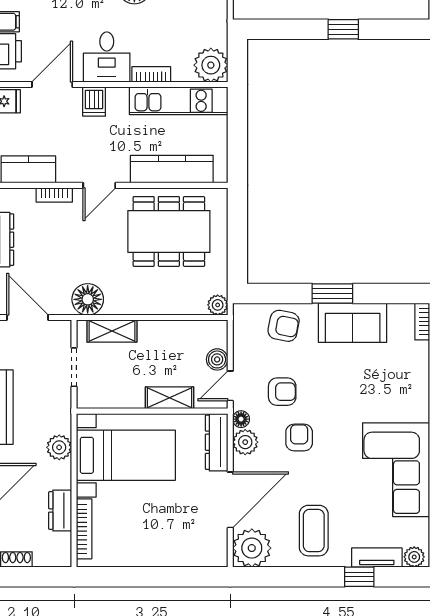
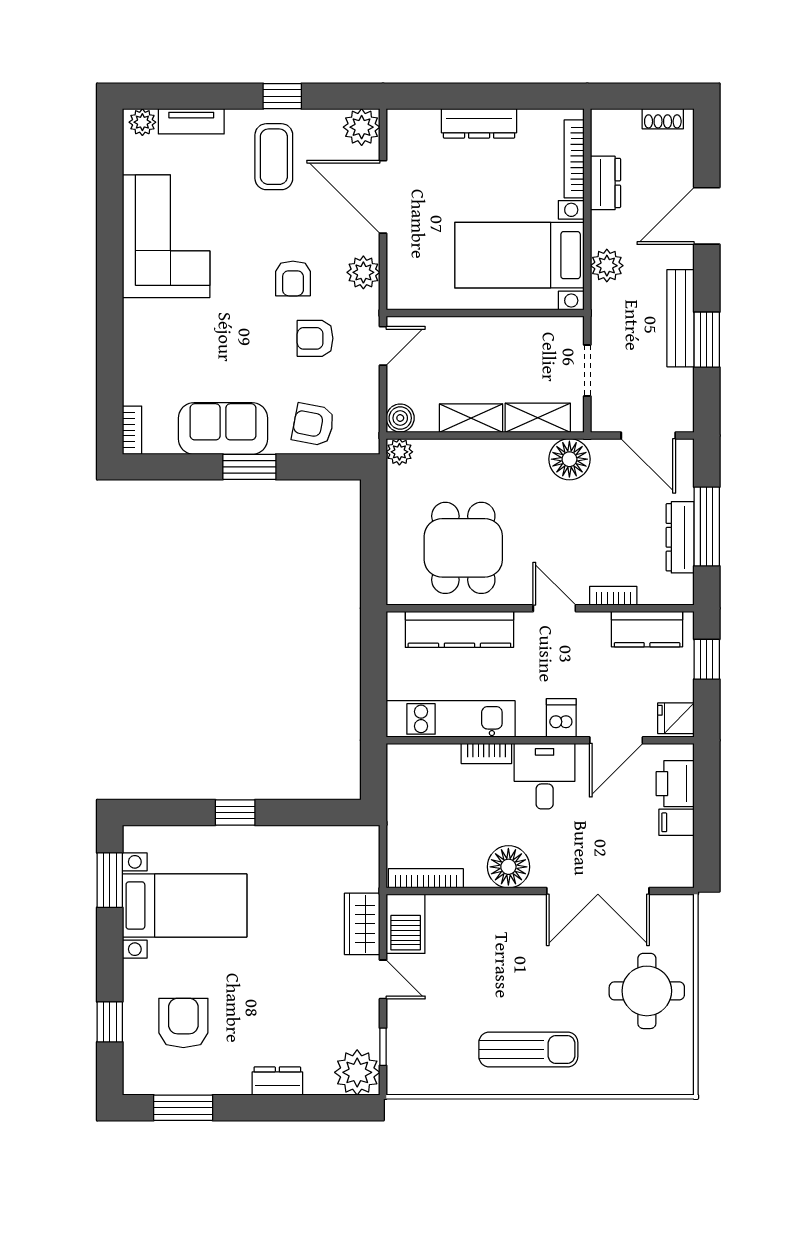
plant: (211, 65) -> (408, 766), removed
door: (99, 185) -> (554, 608), hinge flipped
dining table: (169, 231) -> (463, 548), width x0.73
boiler: (217, 359) -> (400, 418), moved
shelving: (169, 398) -> (471, 418), moved
floor lamp: (241, 419) -> (369, 303), removed
dresser: (217, 442) -> (479, 123), moved, turned 90
door: (230, 500) -> (383, 197), hinge flipped
plant: (252, 548) -> (362, 127), width x0.73, depth x0.73
window: (359, 577) -> (282, 96), moved

